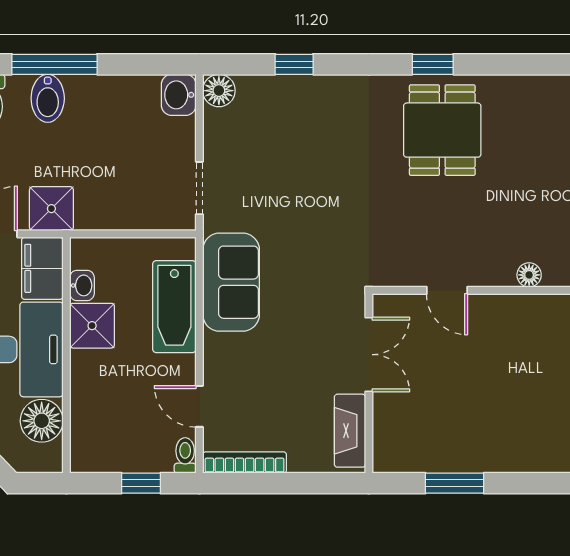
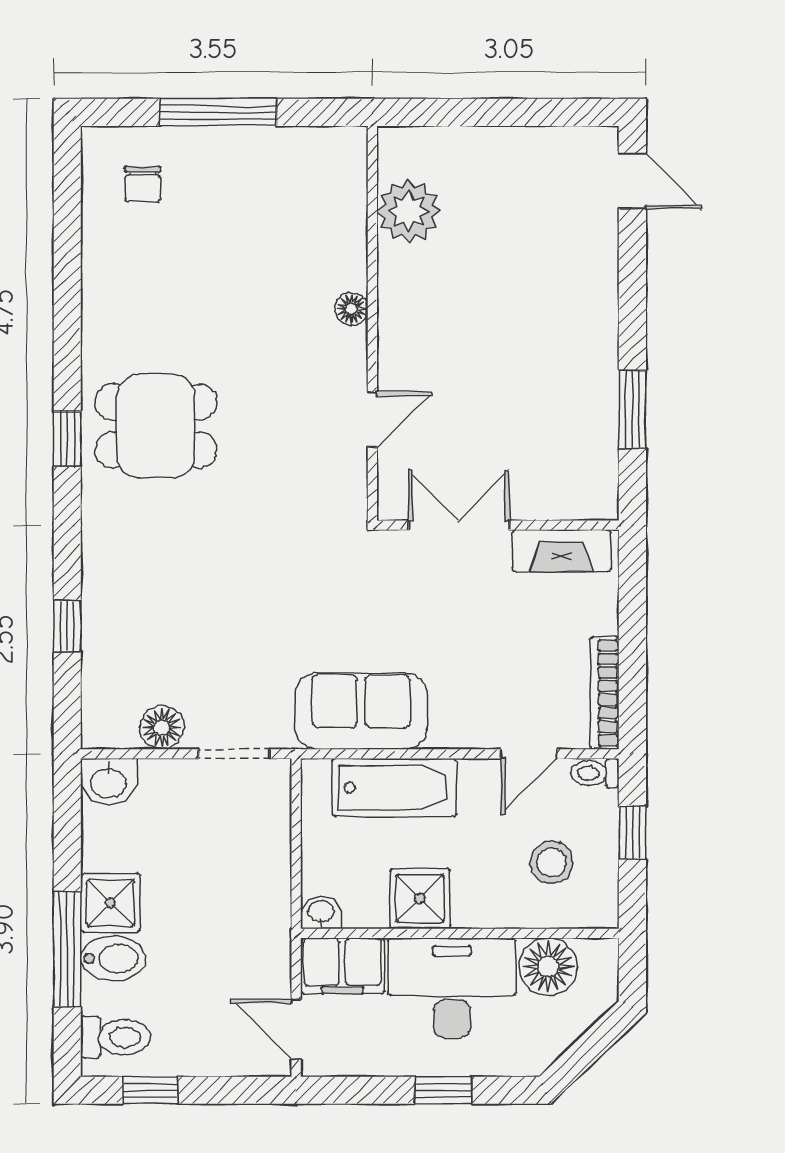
floor lamp: (219, 91) -> (162, 727), moved
shower: (51, 209) -> (110, 903), moved
washbasin: (82, 285) -> (321, 912), moved
stool: (119, 423) -> (552, 862), added

